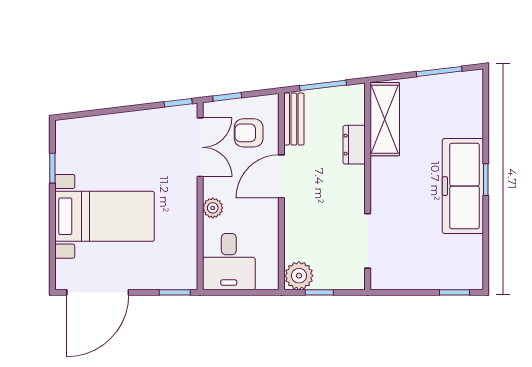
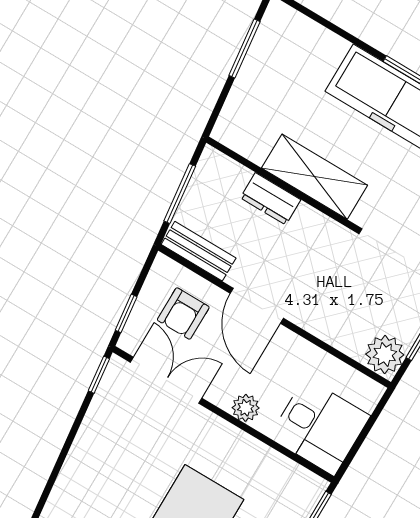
shelving: (385, 119) -> (315, 177), moved

